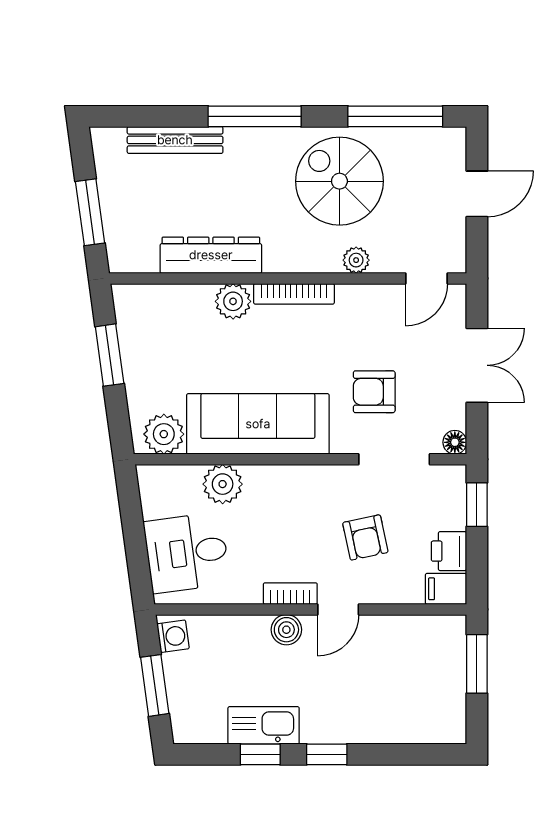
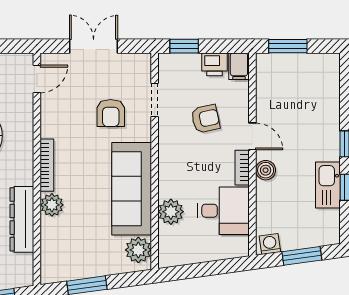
plant: (356, 260) -> (25, 125), removed
door: (426, 278) -> (37, 79), hinge flipped
floor lamp: (455, 442) -> (144, 61), removed
doorway: (394, 459) -> (155, 100), width x0.73
desk: (187, 553) -> (223, 211), moved, turned -82

